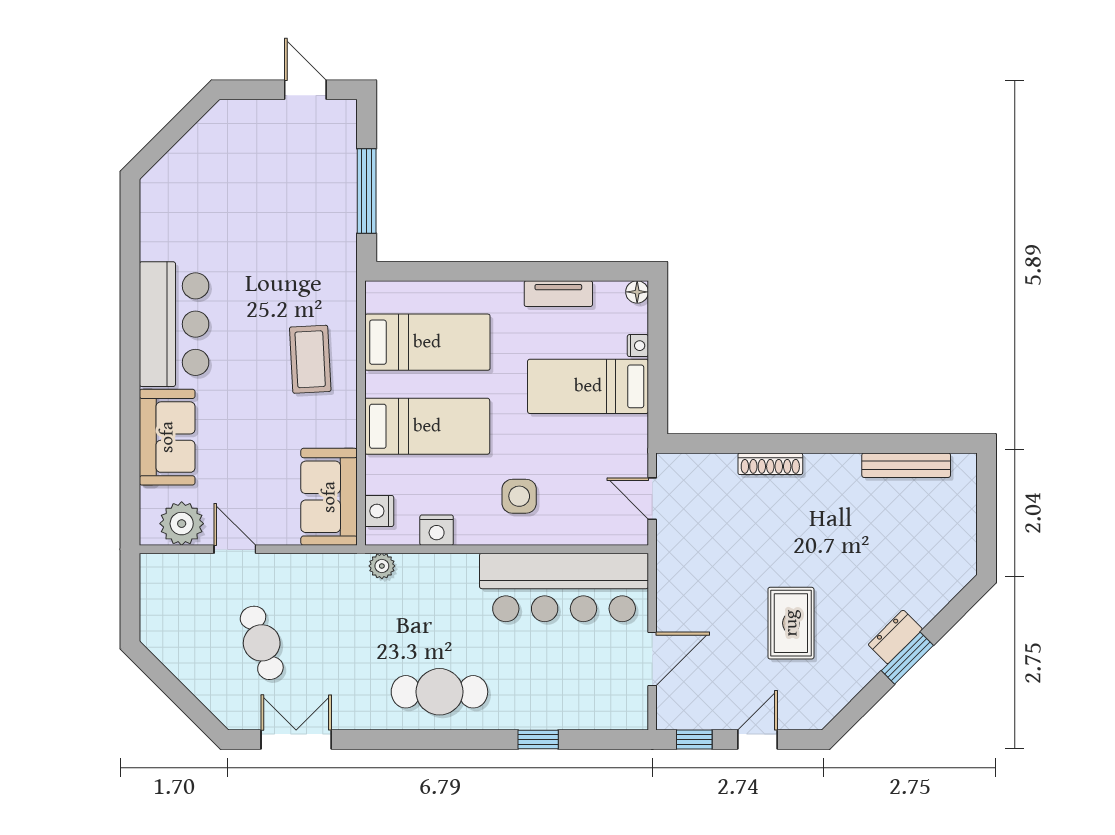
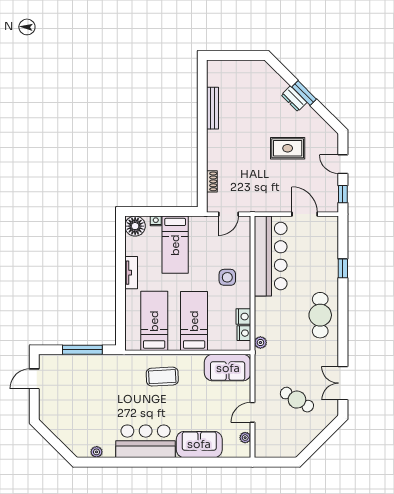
plant: (152, 221) -> (97, 452), added
floor lamp: (637, 292) -> (135, 226), width x1.89, depth x1.89
tv unit: (558, 294) -> (131, 273), moved
shoe rack: (770, 464) -> (212, 181), moved, width x0.70
bench: (906, 465) -> (213, 108), moved
nightstand: (379, 511) -> (244, 333), moved, turned -90
plant: (182, 524) -> (245, 438), width x0.53, depth x0.53
cafe table: (262, 643) -> (297, 400), turned 50

